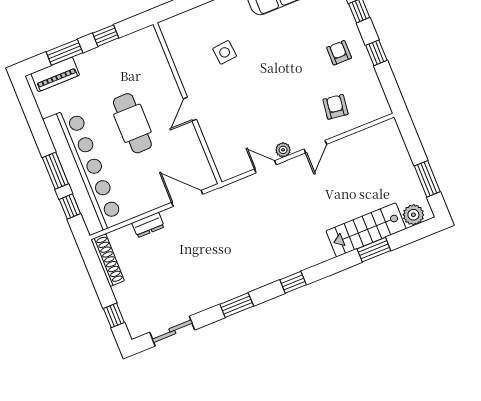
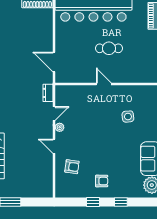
cafe table: (132, 123) -> (109, 48), width x0.73, depth x0.74
door: (187, 198) -> (54, 62), swing flipped
dresser: (148, 225) -> (48, 93), moved

